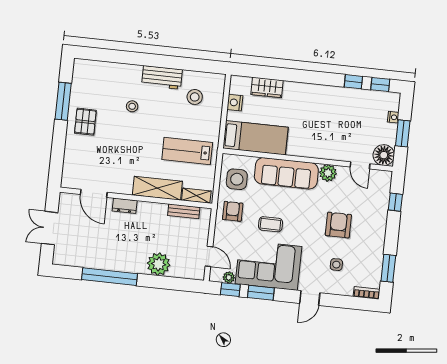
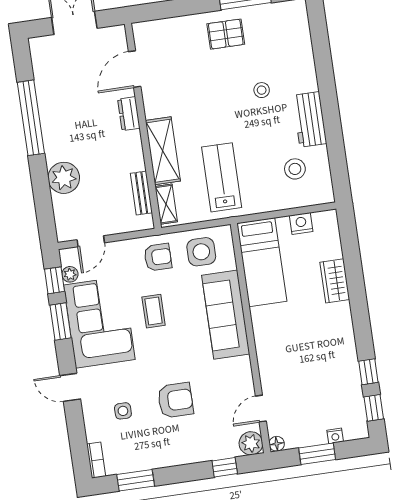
wardrobe: (267, 87) -> (335, 281), moved
floor lamp: (384, 155) -> (277, 444), width x0.53, depth x0.53
plant: (328, 173) -> (251, 443), moved

